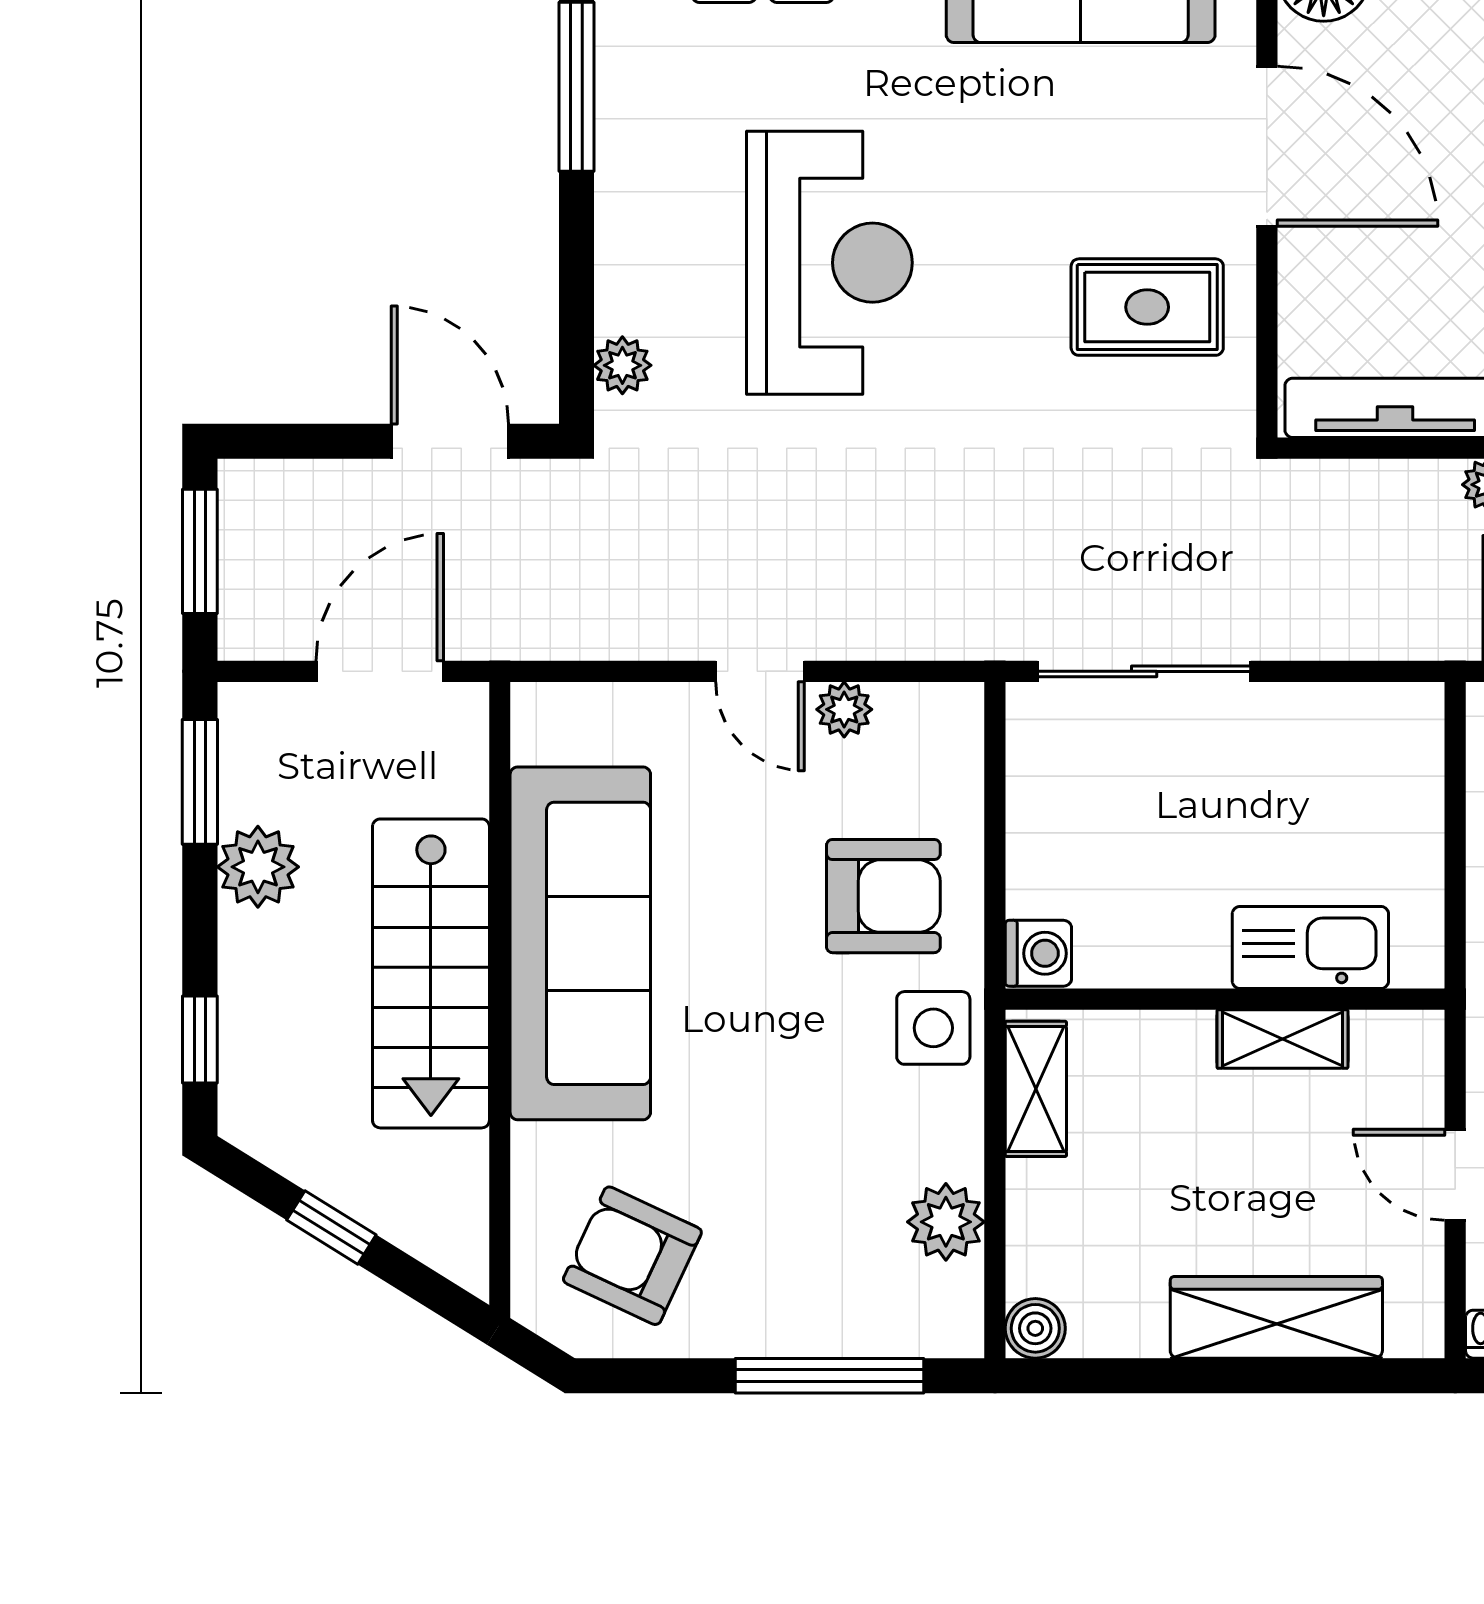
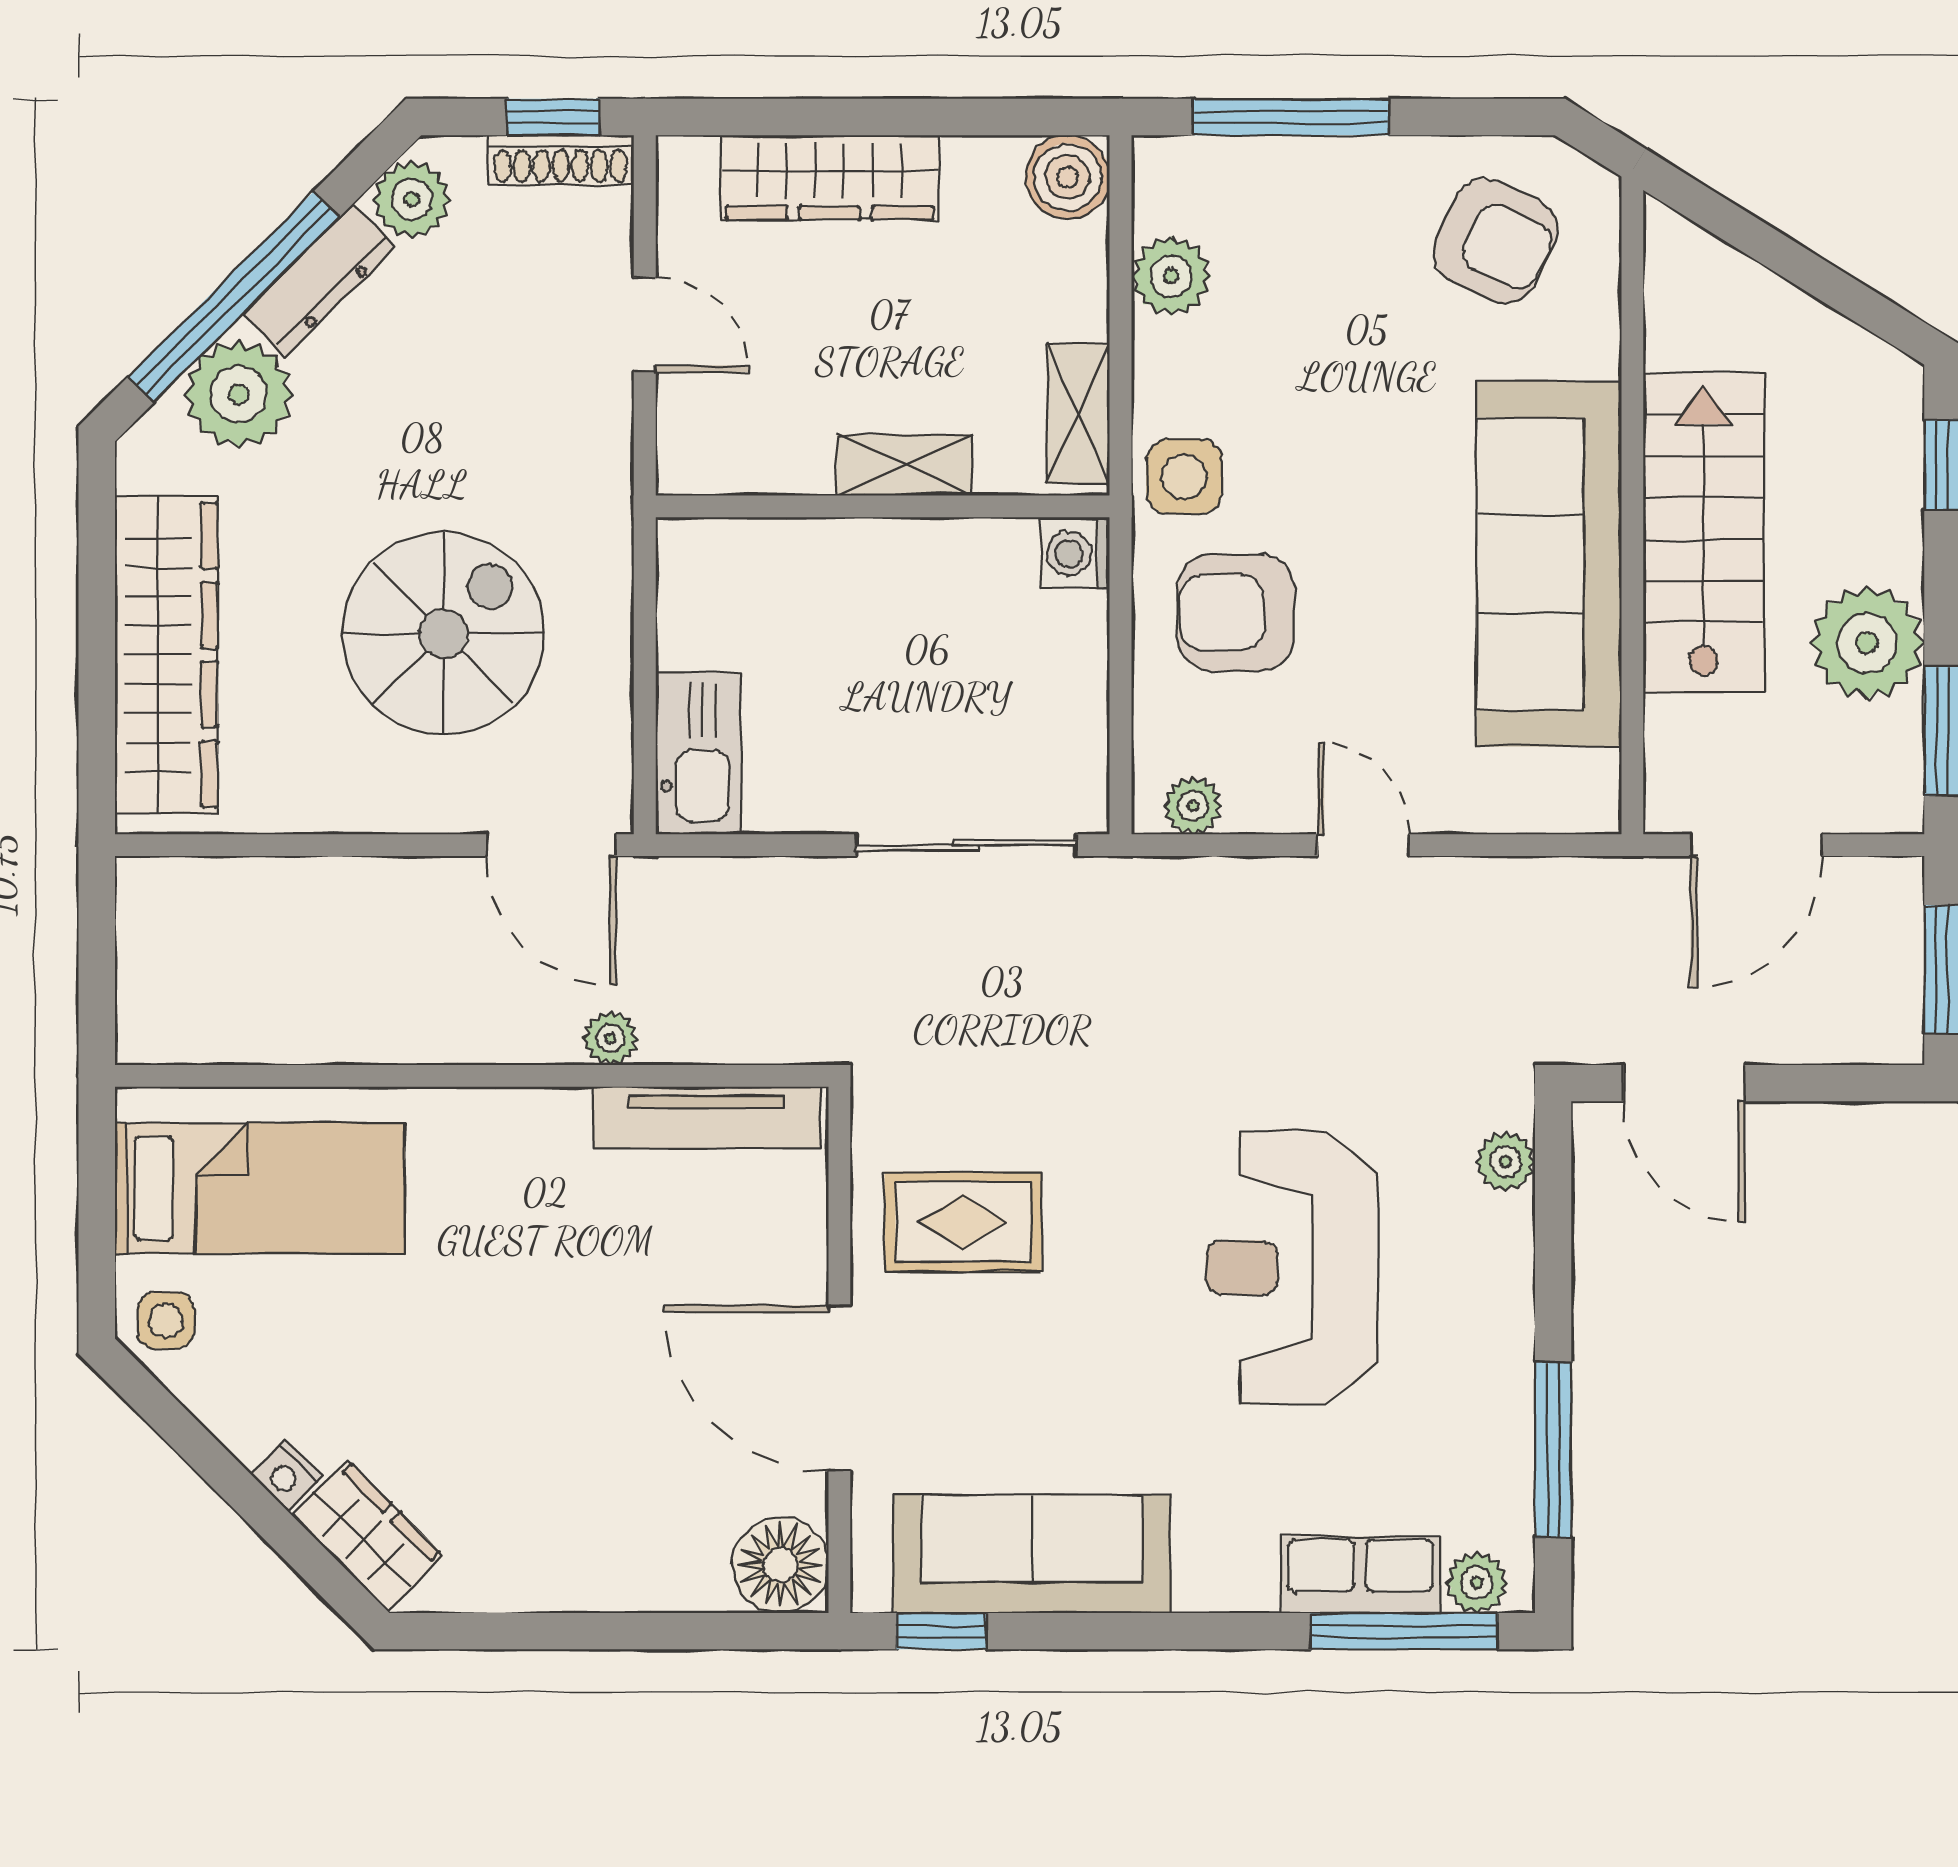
plant: (844, 709) -> (1193, 806), moved
plant: (258, 867) -> (1867, 643), width x1.36, depth x1.36
kitchen sink: (1310, 947) -> (698, 754), moved, turned -90
shelving: (1282, 1039) -> (904, 465), moved
window: (331, 1227) -> (1806, 270), removed
boiler: (1035, 1328) -> (1068, 177), width x1.36, depth x1.36

